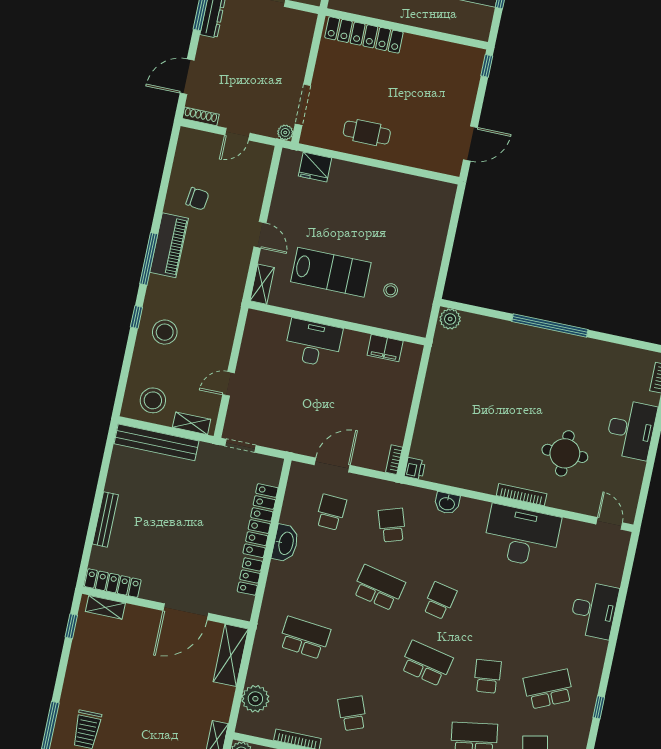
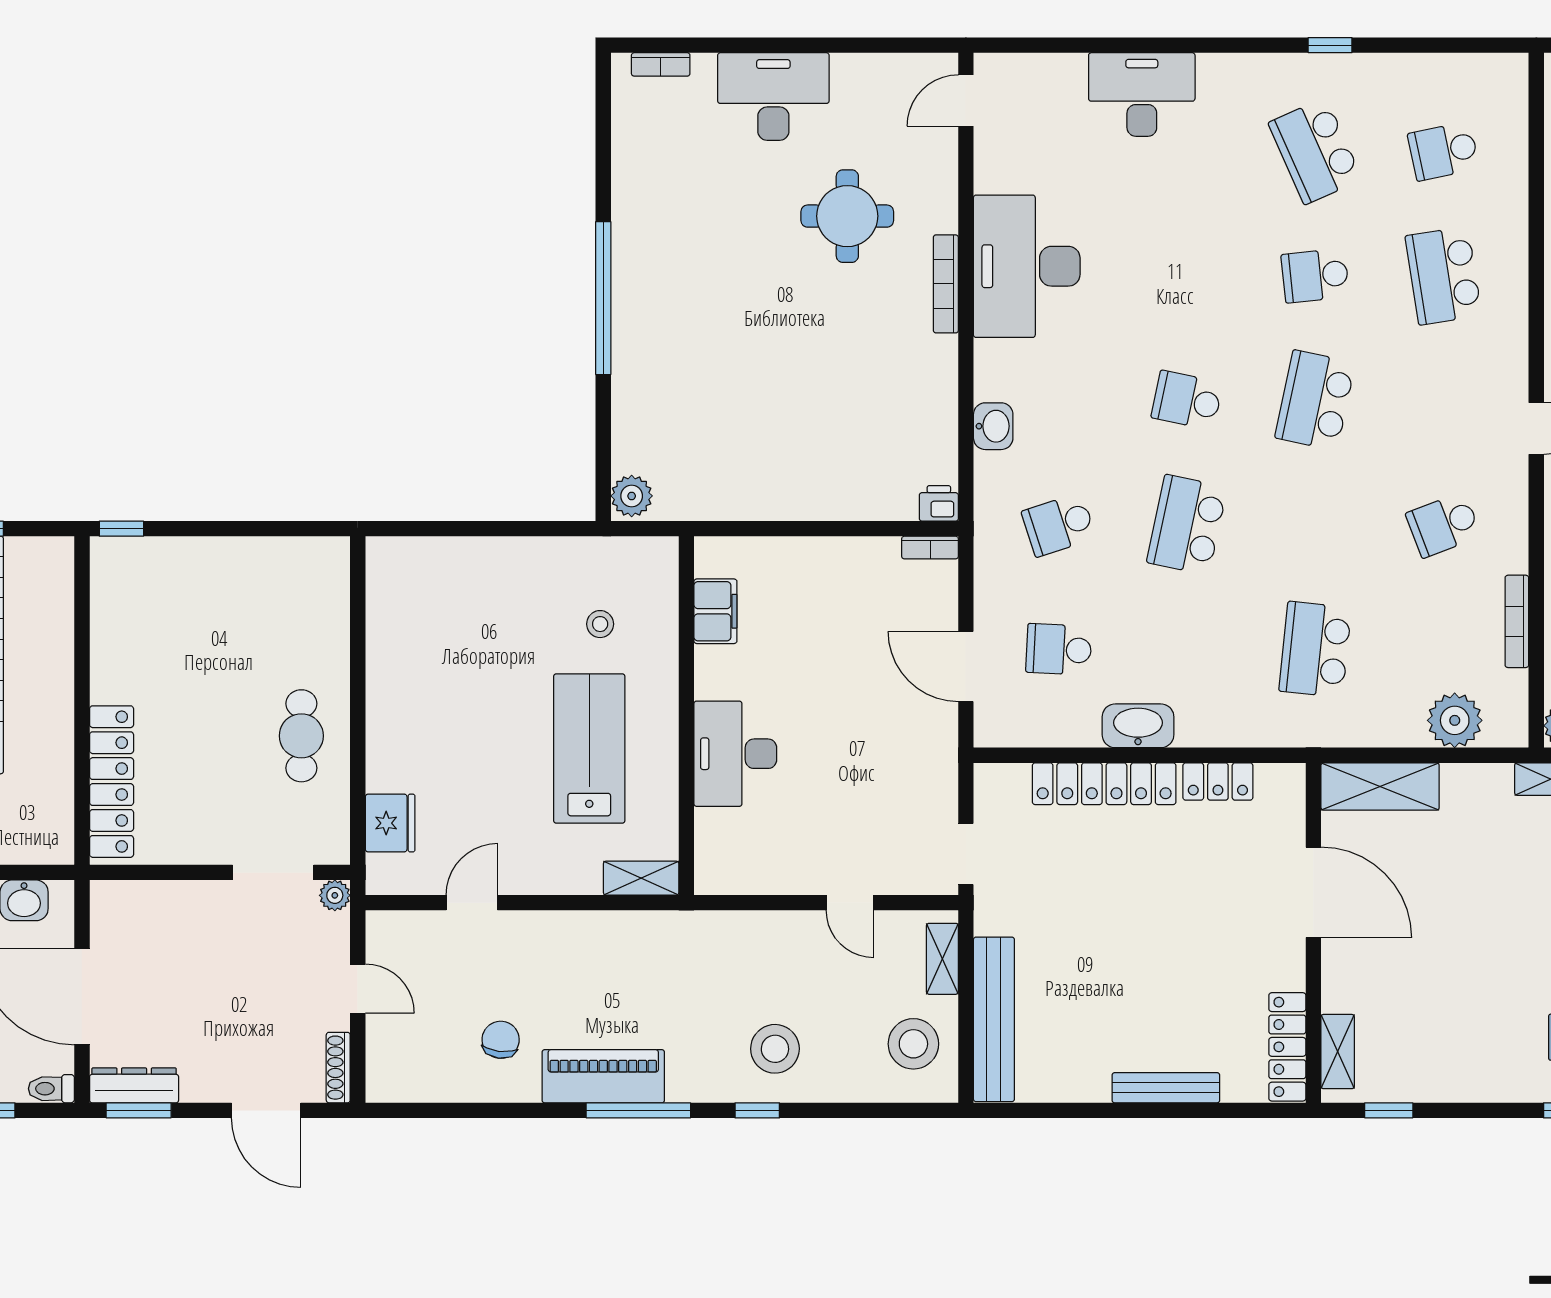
door: (470, 144) -> (280, 529), removed
door: (260, 235) -> (472, 903), moved

